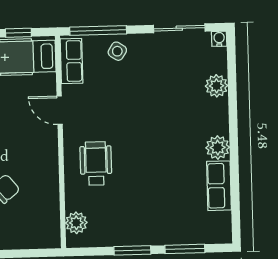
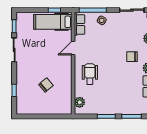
door: (60, 110) -> (73, 48), hinge flipped
chair: (183, 125) -> (132, 57), added

